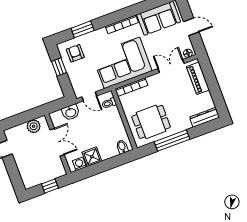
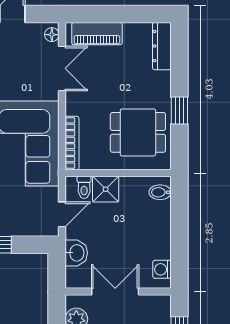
double door: (171, 66) -> (62, 68), swing flipped
dining table: (151, 122) -> (138, 132), turned 90
window: (172, 141) -> (179, 110), width x0.46
shower: (92, 157) -> (106, 189), moved

